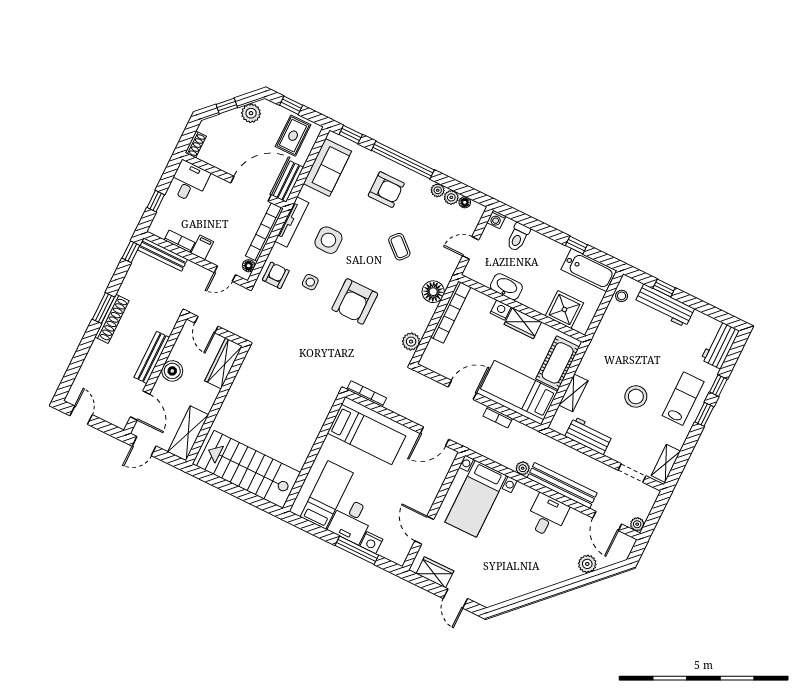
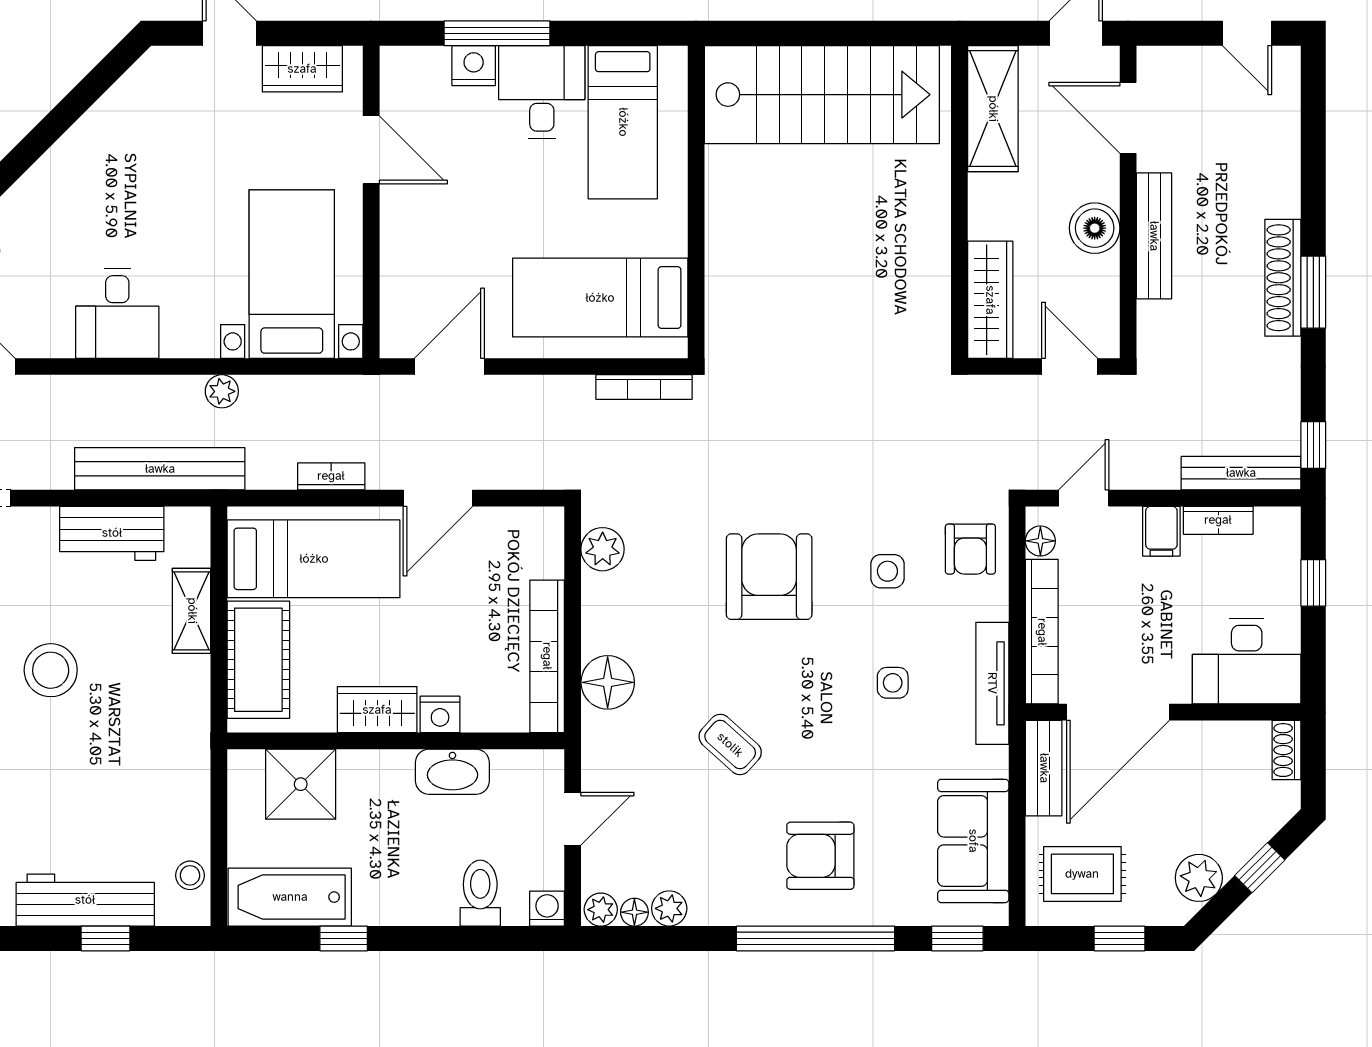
rug: (293, 136) -> (1082, 874), turned 90
desk: (189, 182) -> (1247, 661), width x1.37
plant: (438, 190) -> (601, 910), moved
side table: (328, 240) -> (893, 683), width x0.54, depth x0.54
bench: (562, 485) -> (160, 469), moved

